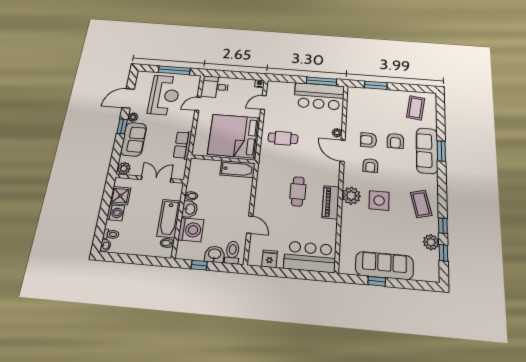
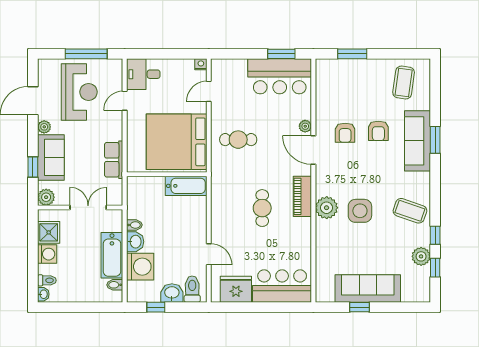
window: (321, 81) -> (281, 54), width x0.69
window: (122, 126) -> (33, 167), moved
armchair: (369, 140) -> (345, 133), turned -90
armchair: (370, 165) -> (348, 167), removed
piano: (331, 202) -> (302, 196), moved
coffee table: (421, 204) -> (410, 211), turned -57
fridge: (270, 259) -> (236, 289), width x1.88, depth x1.34

